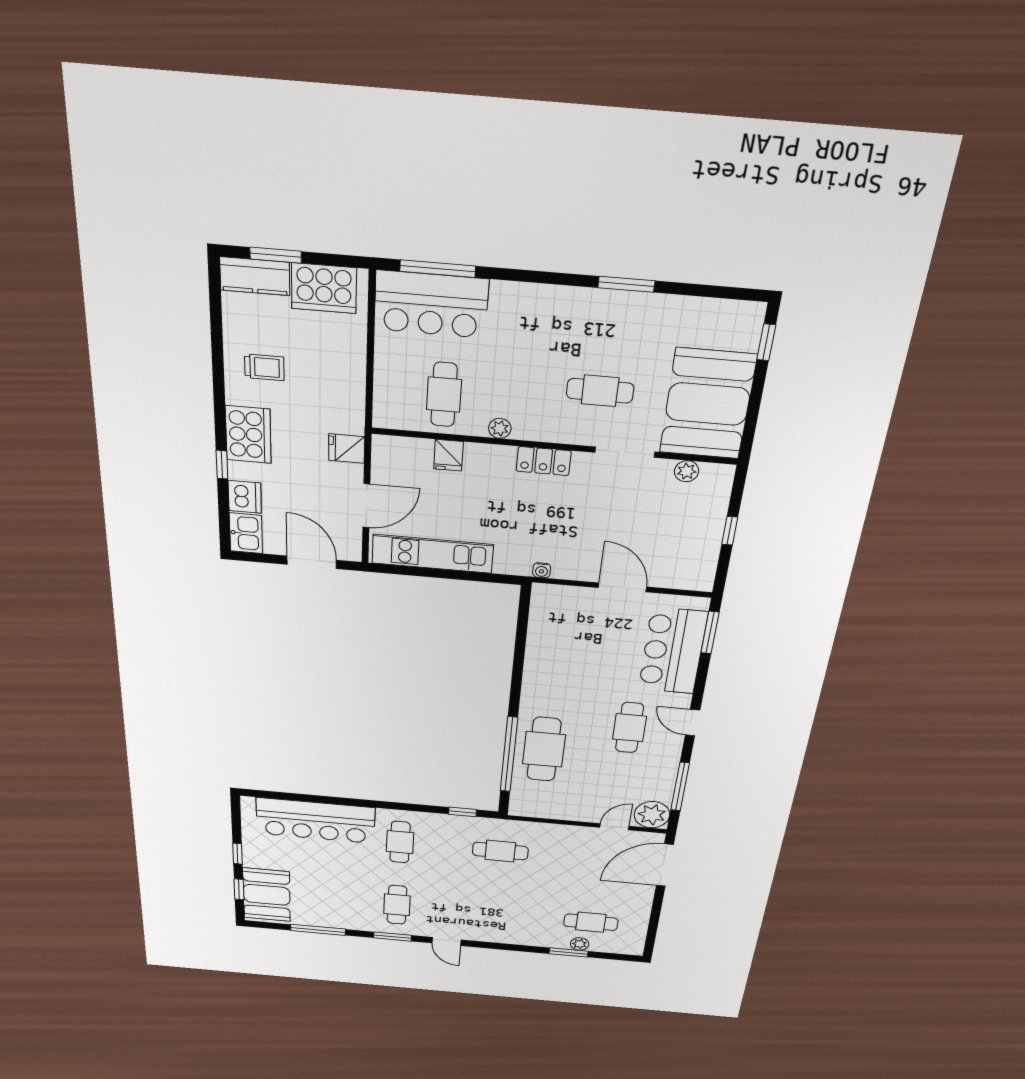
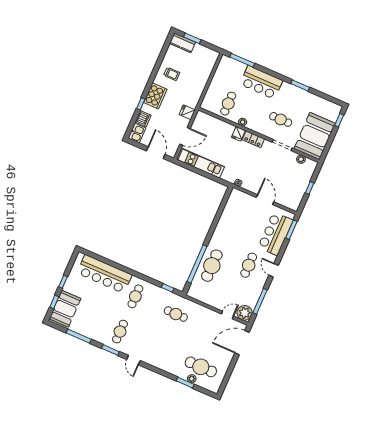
cooker: (324, 288) -> (203, 54), removed
bar counter: (431, 304) -> (261, 82), moved
fridge: (448, 455) -> (238, 134), moved
cafe table: (591, 922) -> (201, 367), width x1.37, depth x1.35

